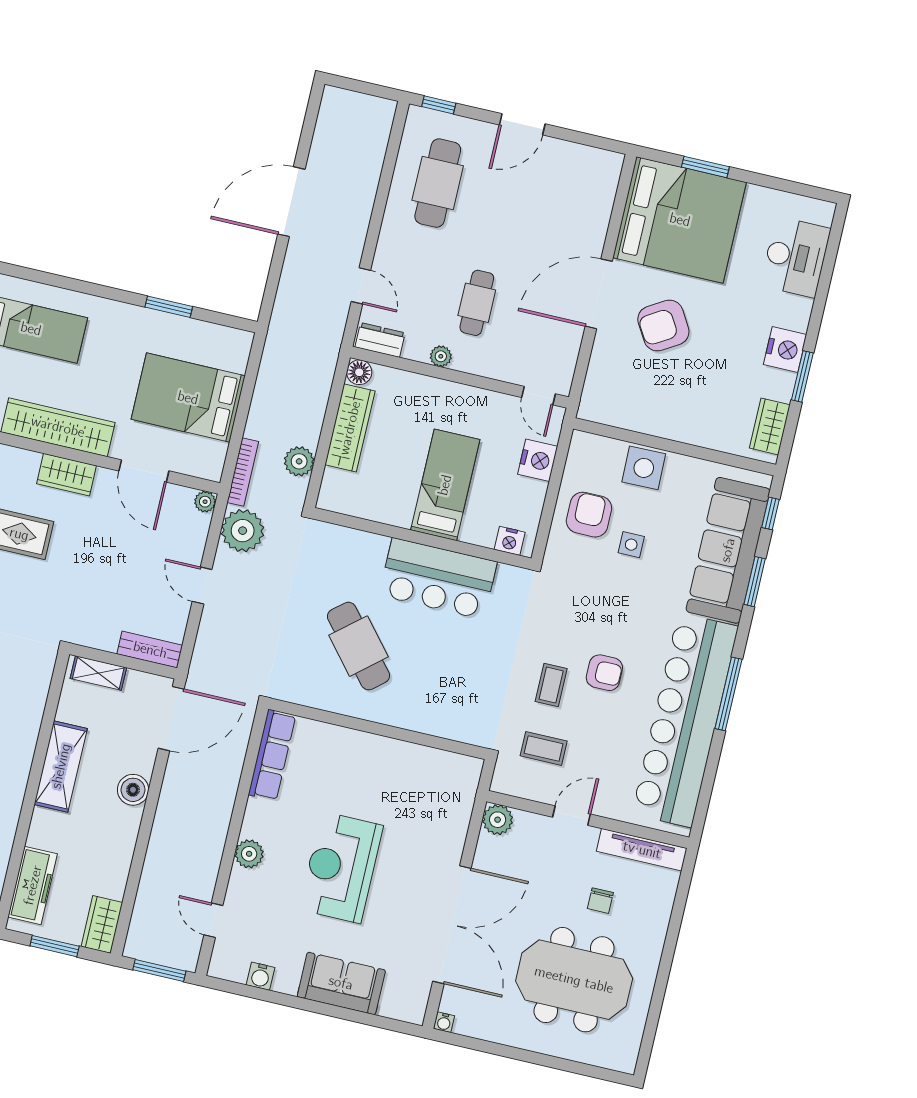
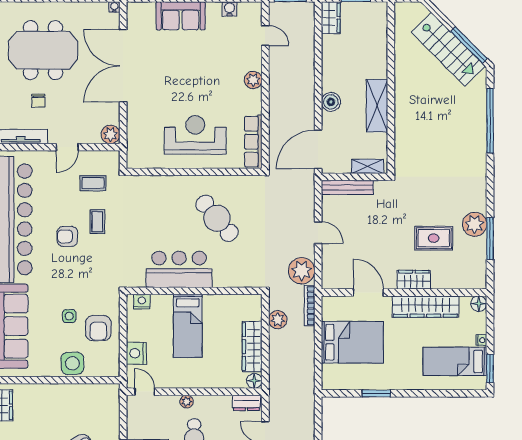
plant: (441, 356) -> (187, 402), moved
plant: (205, 502) -> (328, 283), removed
bench: (150, 650) -> (347, 187), width x1.36
reception desk: (341, 867) -> (195, 135), moved, turned -90
freezer: (33, 885) -> (377, 31), removed
chair: (600, 901) -> (38, 101), turned 180

